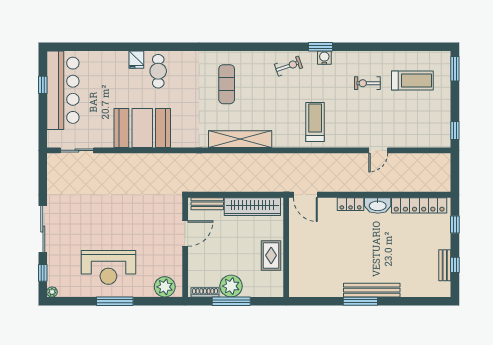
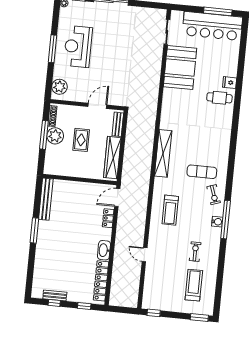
window: (320, 47) -> (226, 220), width x2.11
treadmill: (412, 80) -> (194, 285), turned 180
exercise mat: (227, 84) -> (202, 172), moved
window: (43, 85) -> (218, 11), width x2.17
treadmill: (315, 122) -> (170, 210), turned 90
booth: (142, 128) -> (180, 67), moved
locker: (351, 204) -> (108, 218), moved
door: (185, 234) -> (97, 106), swing flipped
rug: (271, 255) -> (81, 140), moved, turned 90
bench: (372, 290) -> (46, 199), moved

